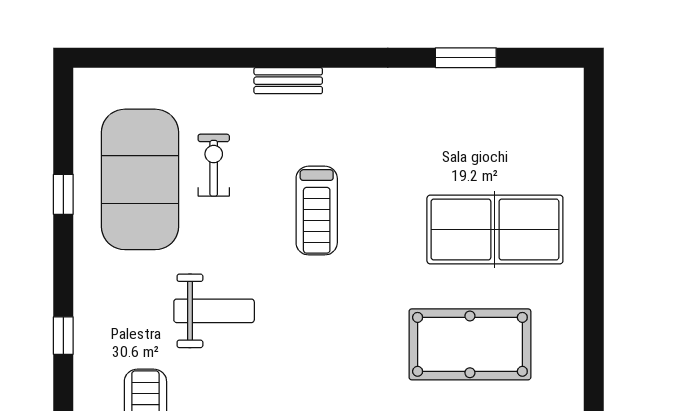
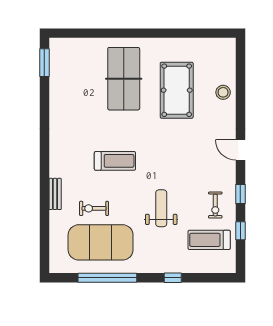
window: (466, 58) -> (44, 63), moved
bench: (288, 81) -> (55, 194), moved
window: (63, 194) -> (107, 278), width x3.17

